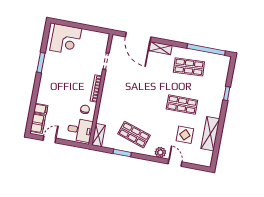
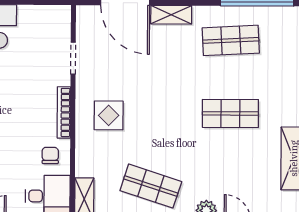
display table: (185, 135) -> (109, 115), moved

